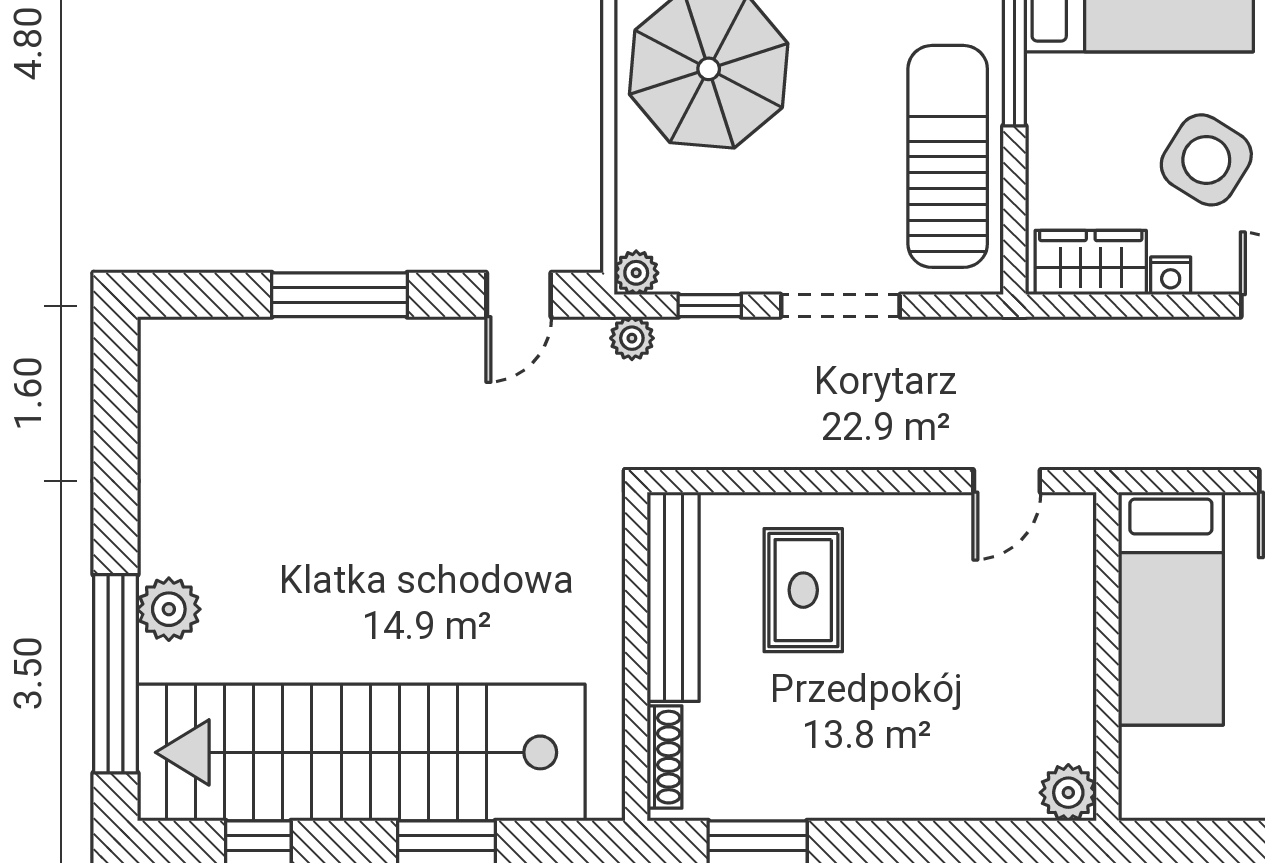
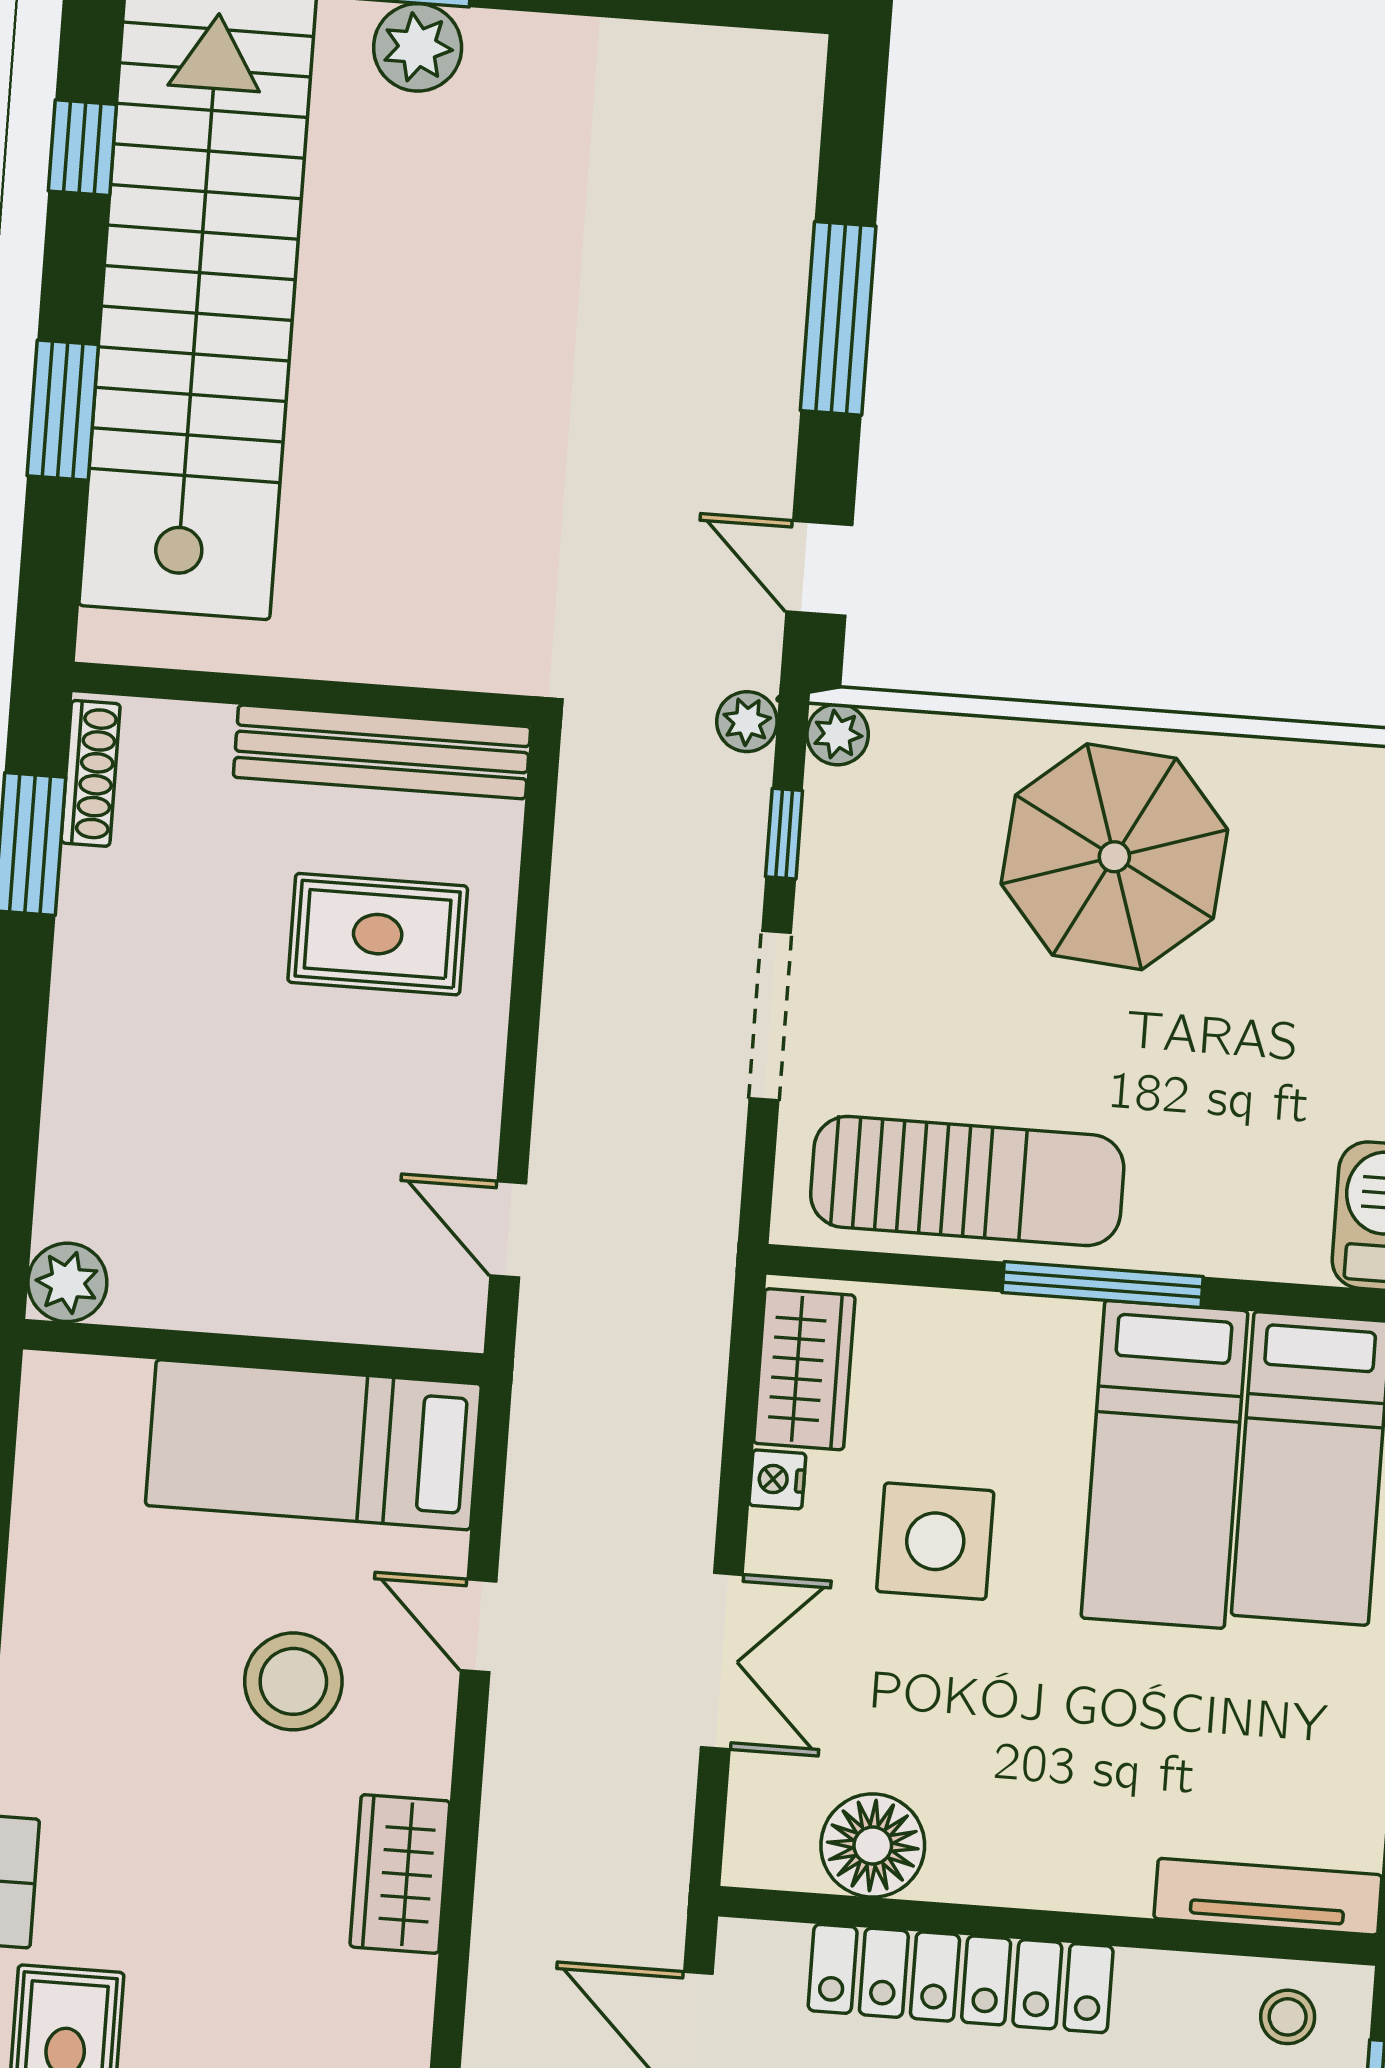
side table: (1206, 160) -> (935, 1541), turned -32
shoe rack: (665, 757) -> (91, 773), moved, turned -90

